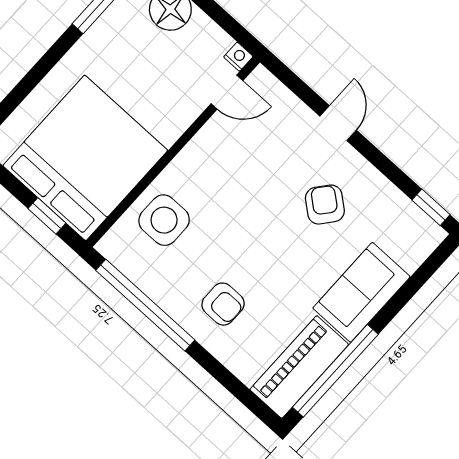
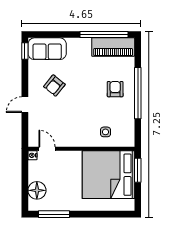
window: (47, 216) -> (138, 170), width x1.50
side table: (164, 220) -> (105, 132), width x0.54, depth x0.54
sofa: (361, 292) -> (47, 49), moved
window: (145, 305) -> (138, 93), moved

